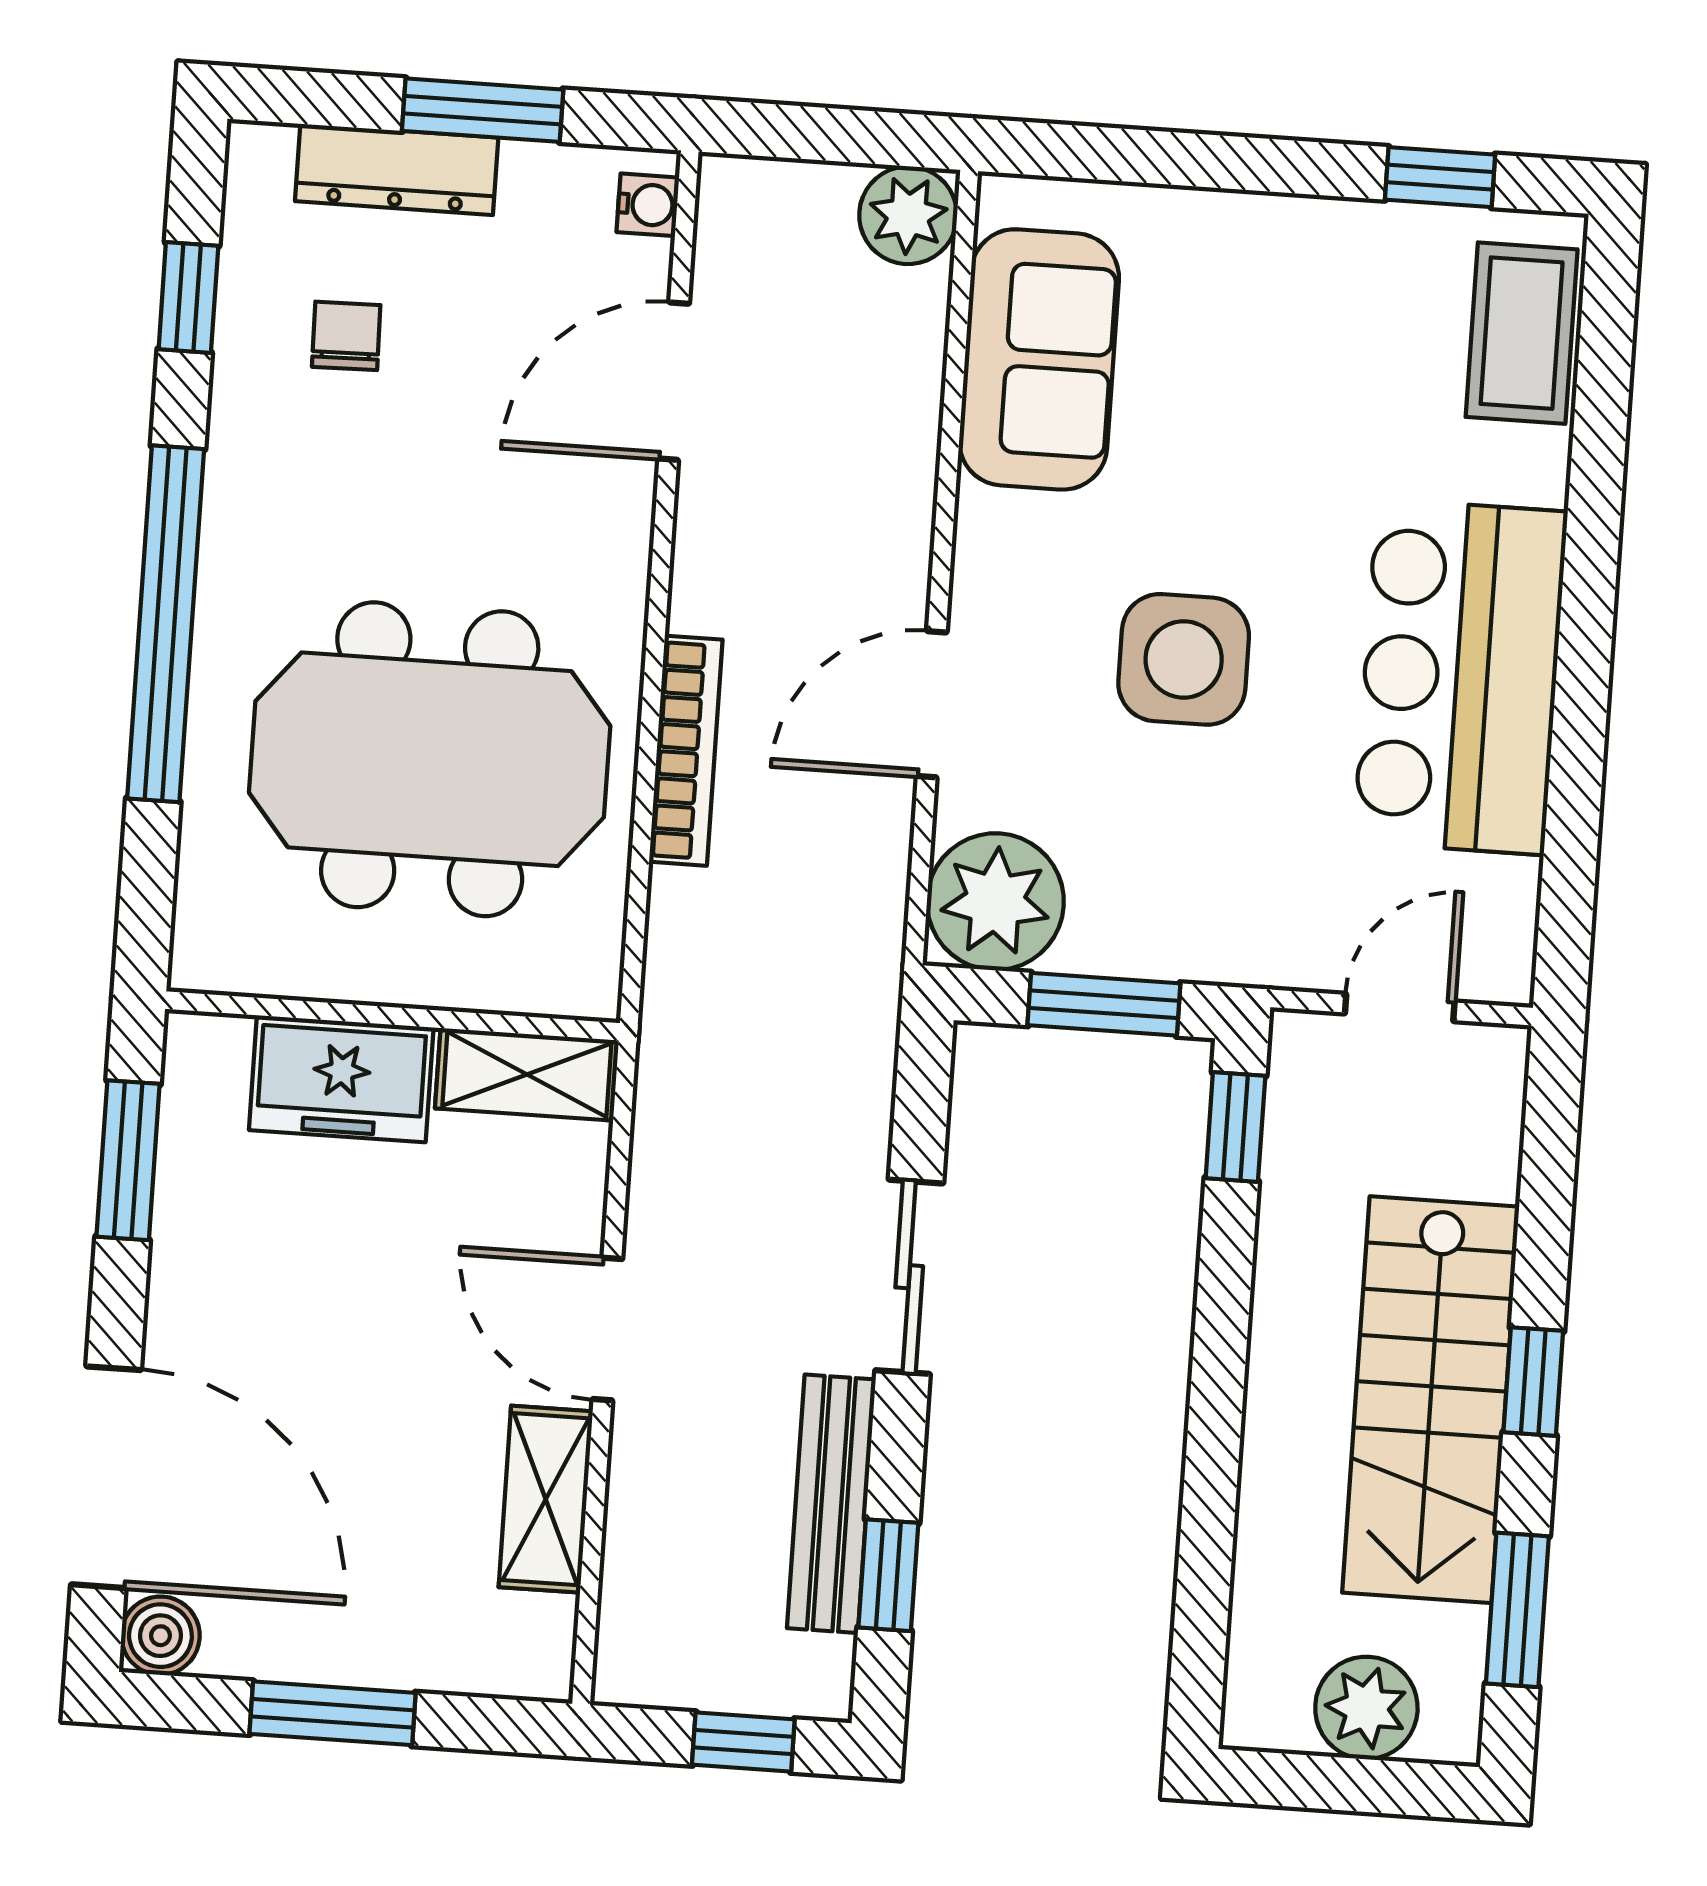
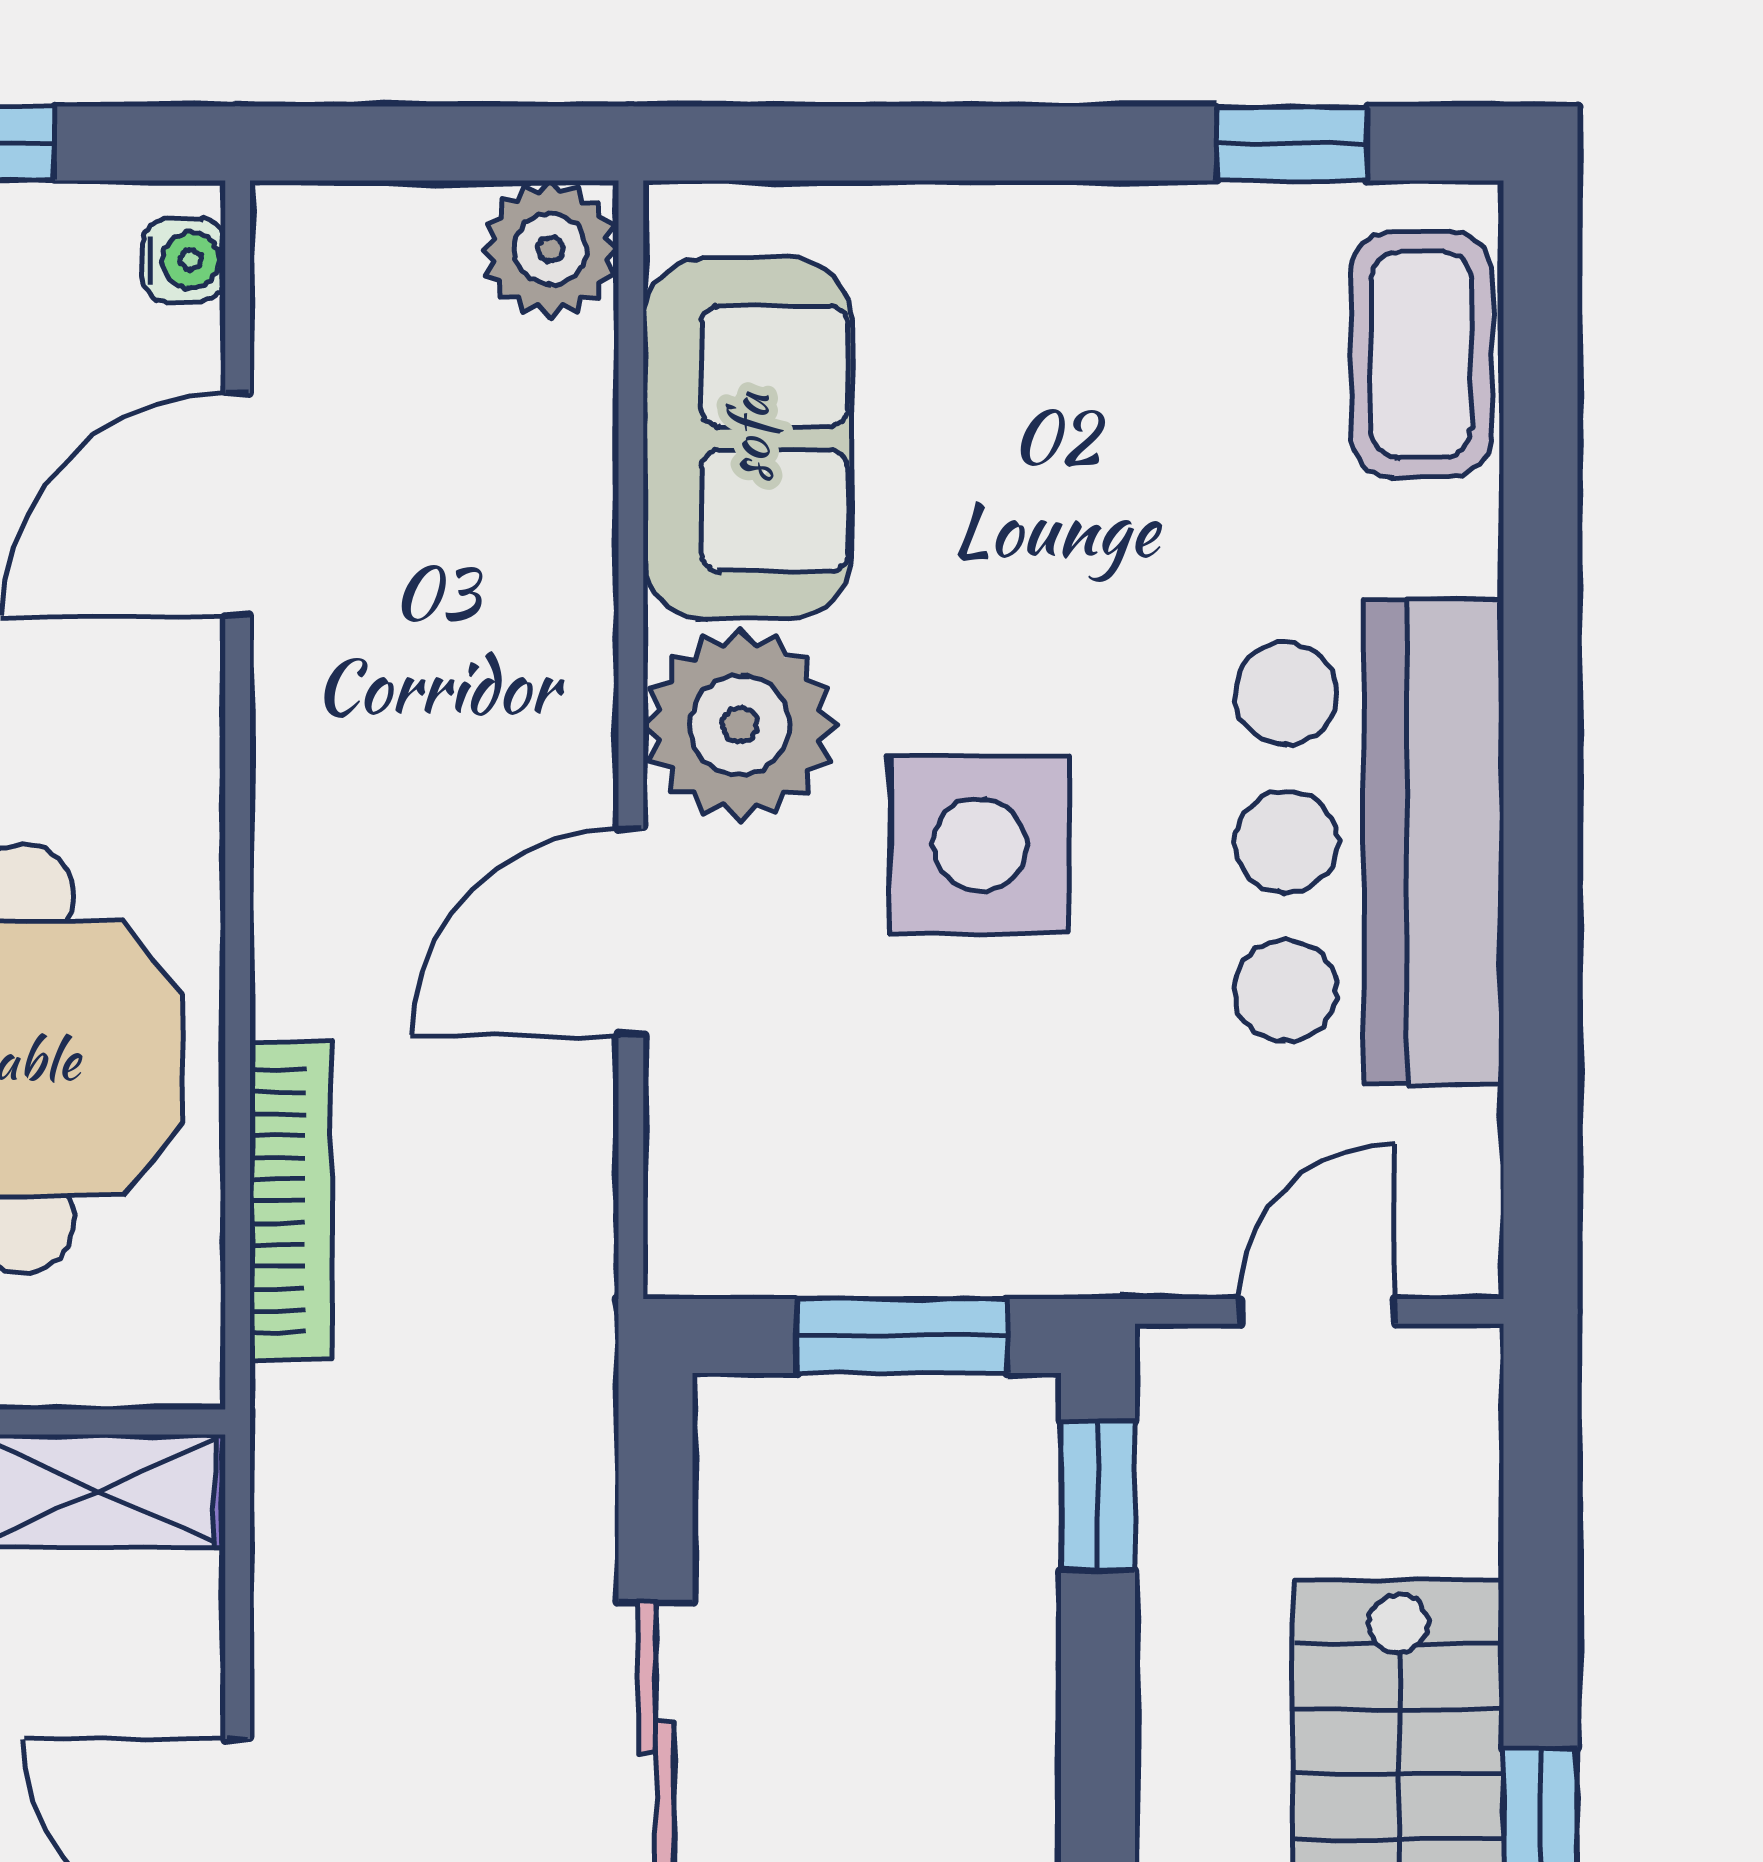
bookcase: (686, 751) -> (291, 1201), moved
plant: (995, 902) -> (739, 725), moved

